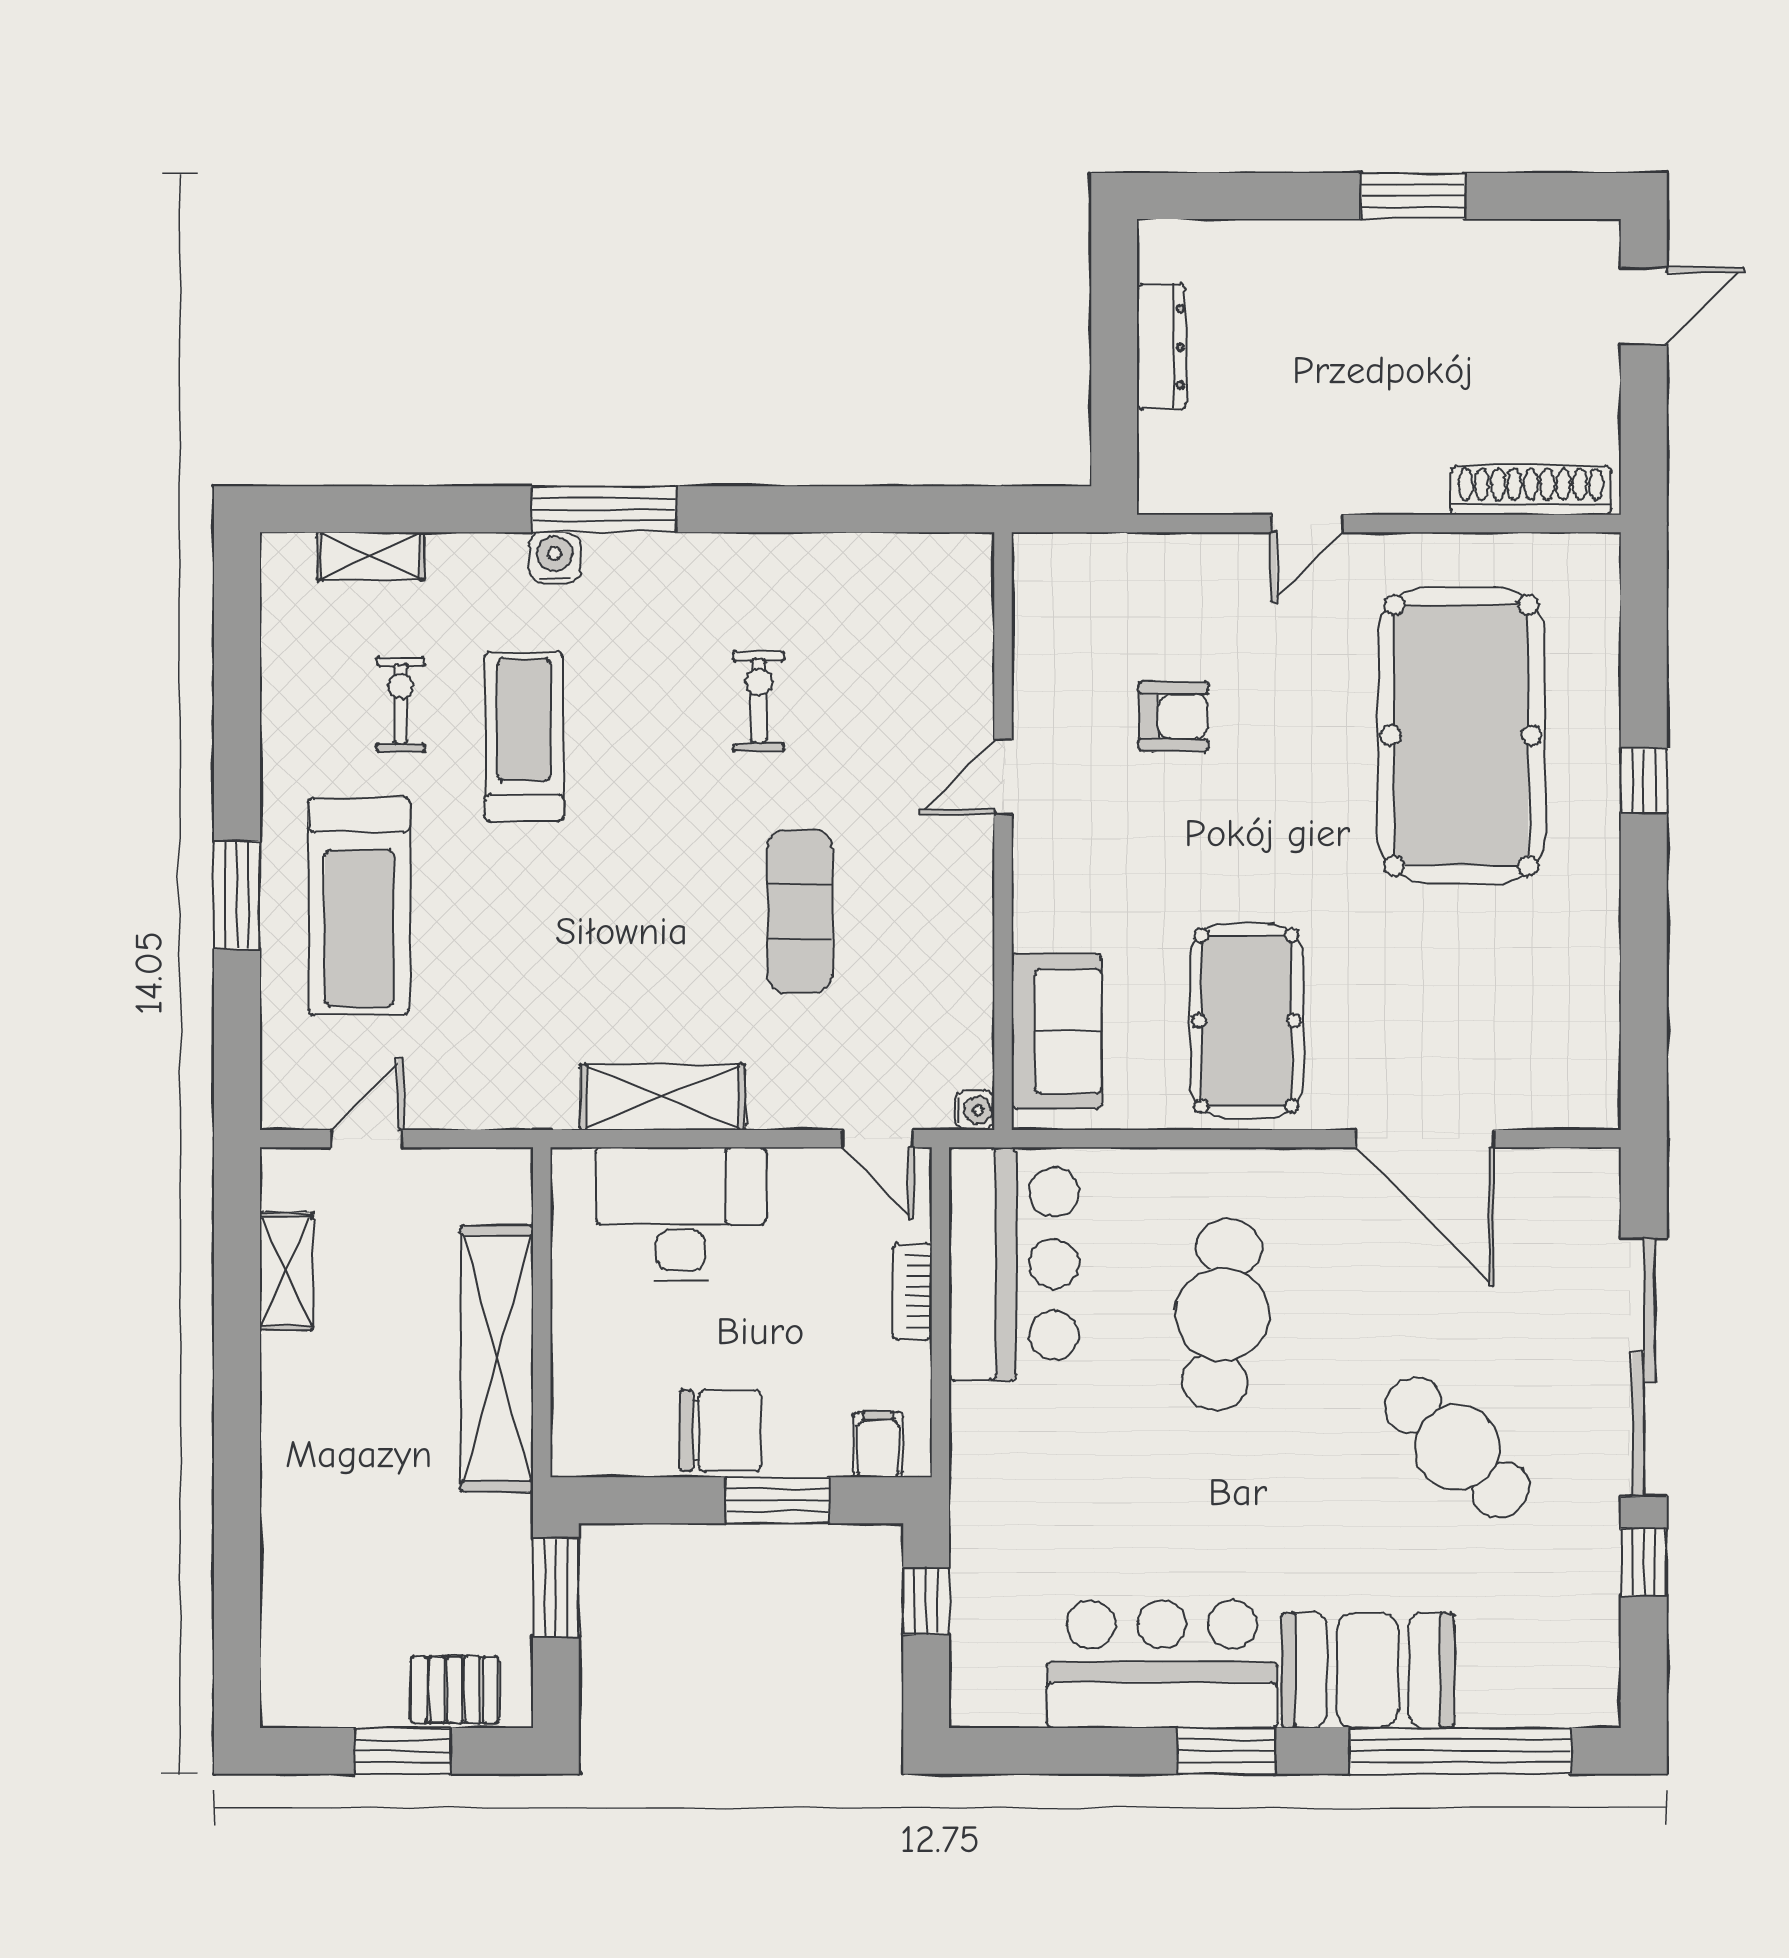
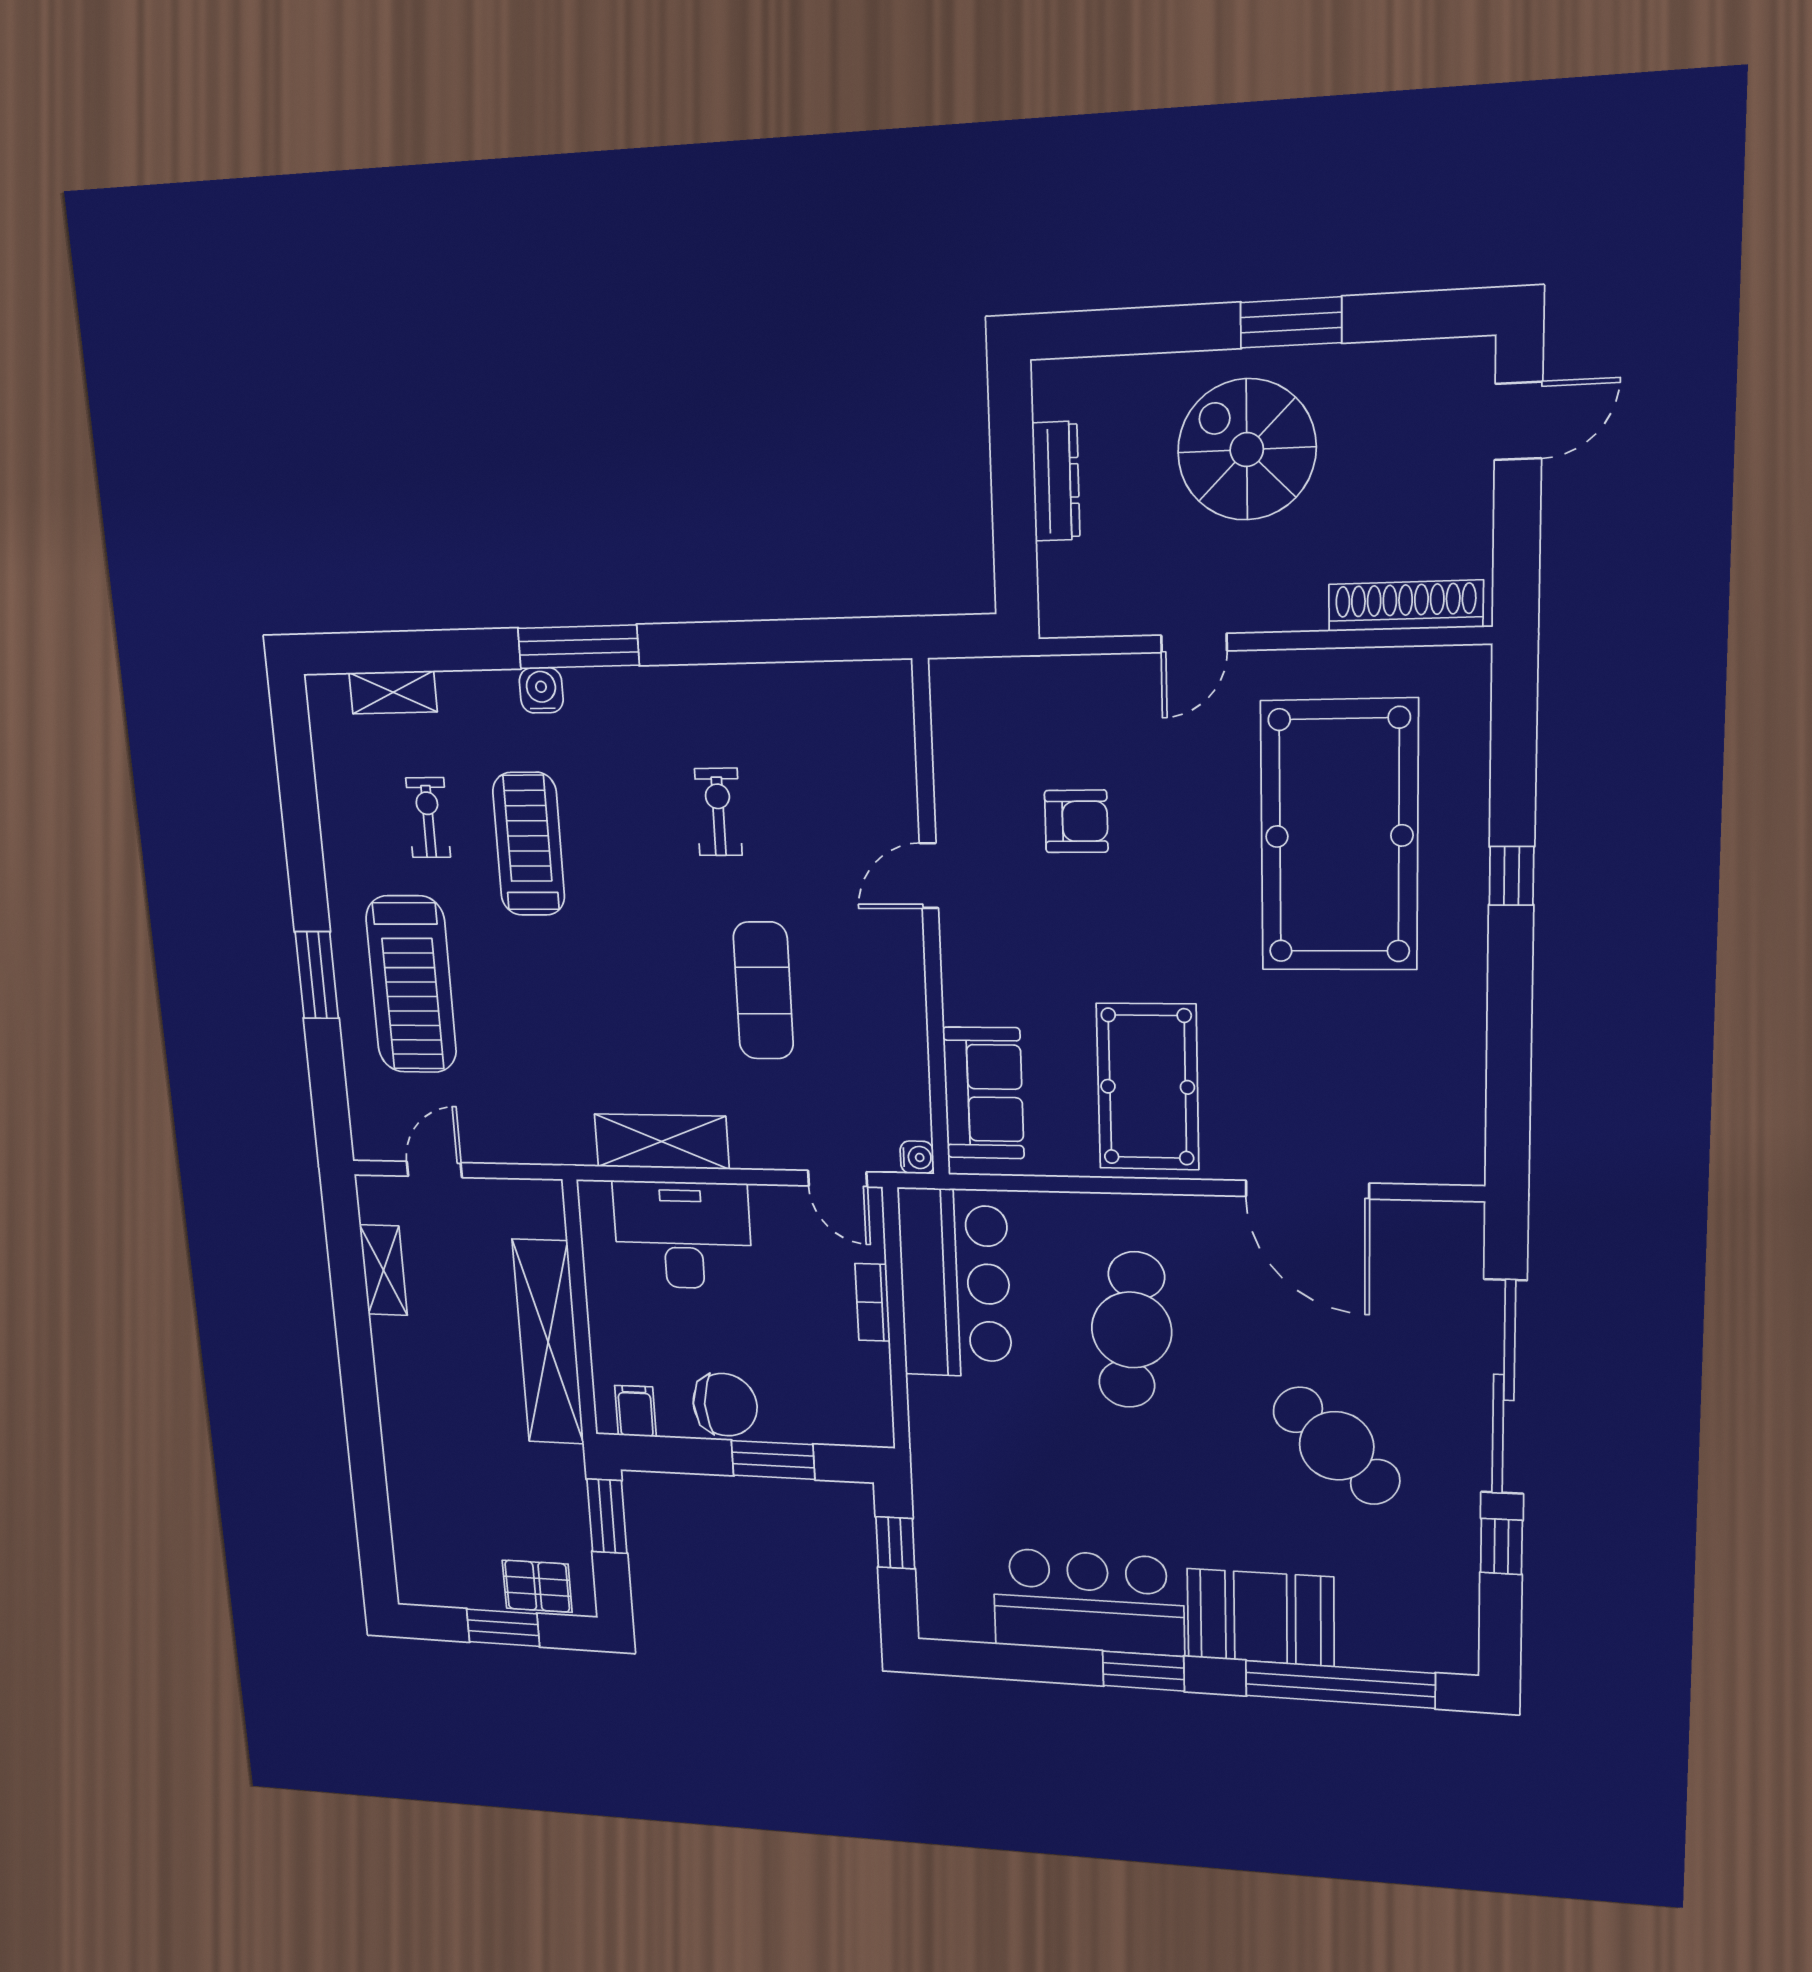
spiral stairs: (1366, 323) -> (1247, 450), added
filing cabinet: (878, 1444) -> (635, 1411), moved

